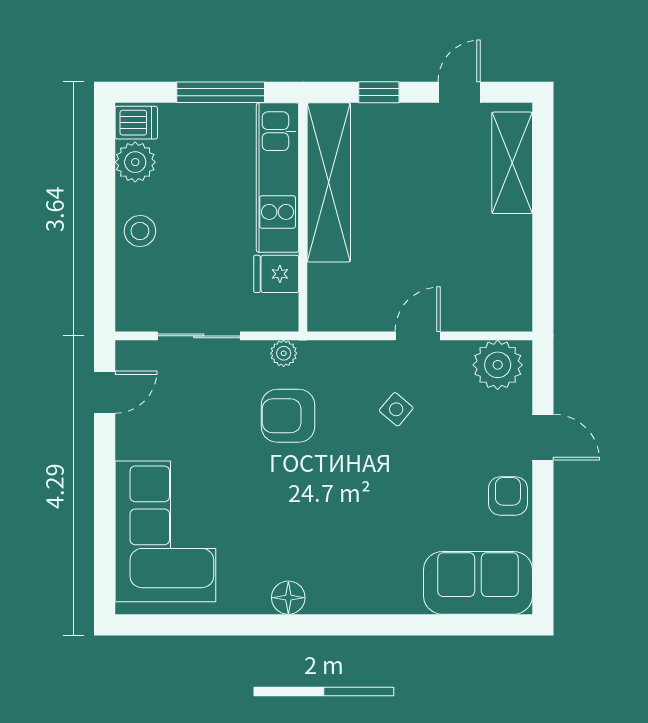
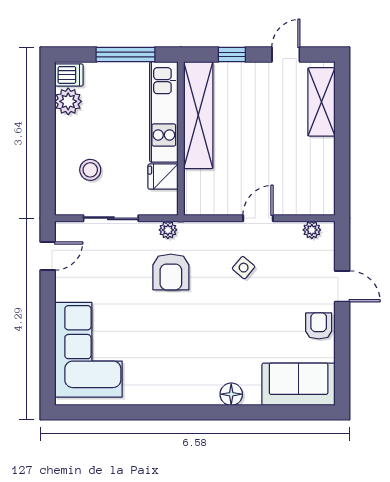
stool: (140, 231) -> (90, 170), moved
plant: (498, 365) -> (312, 230), width x0.53, depth x0.53
armchair: (288, 416) -> (171, 272), turned -90
floor lamp: (288, 598) -> (231, 394), moved

